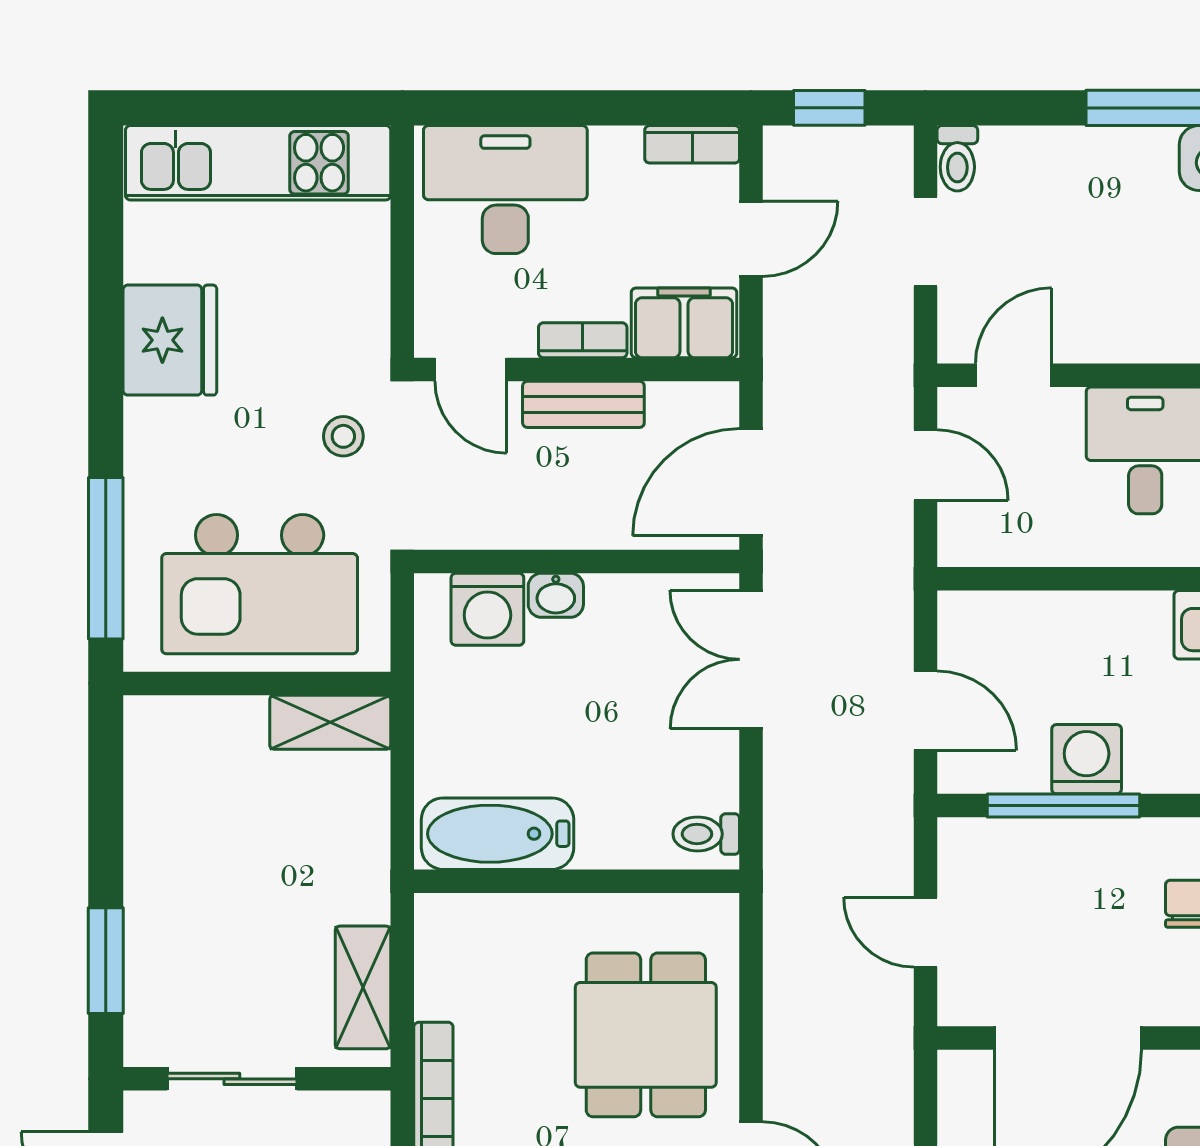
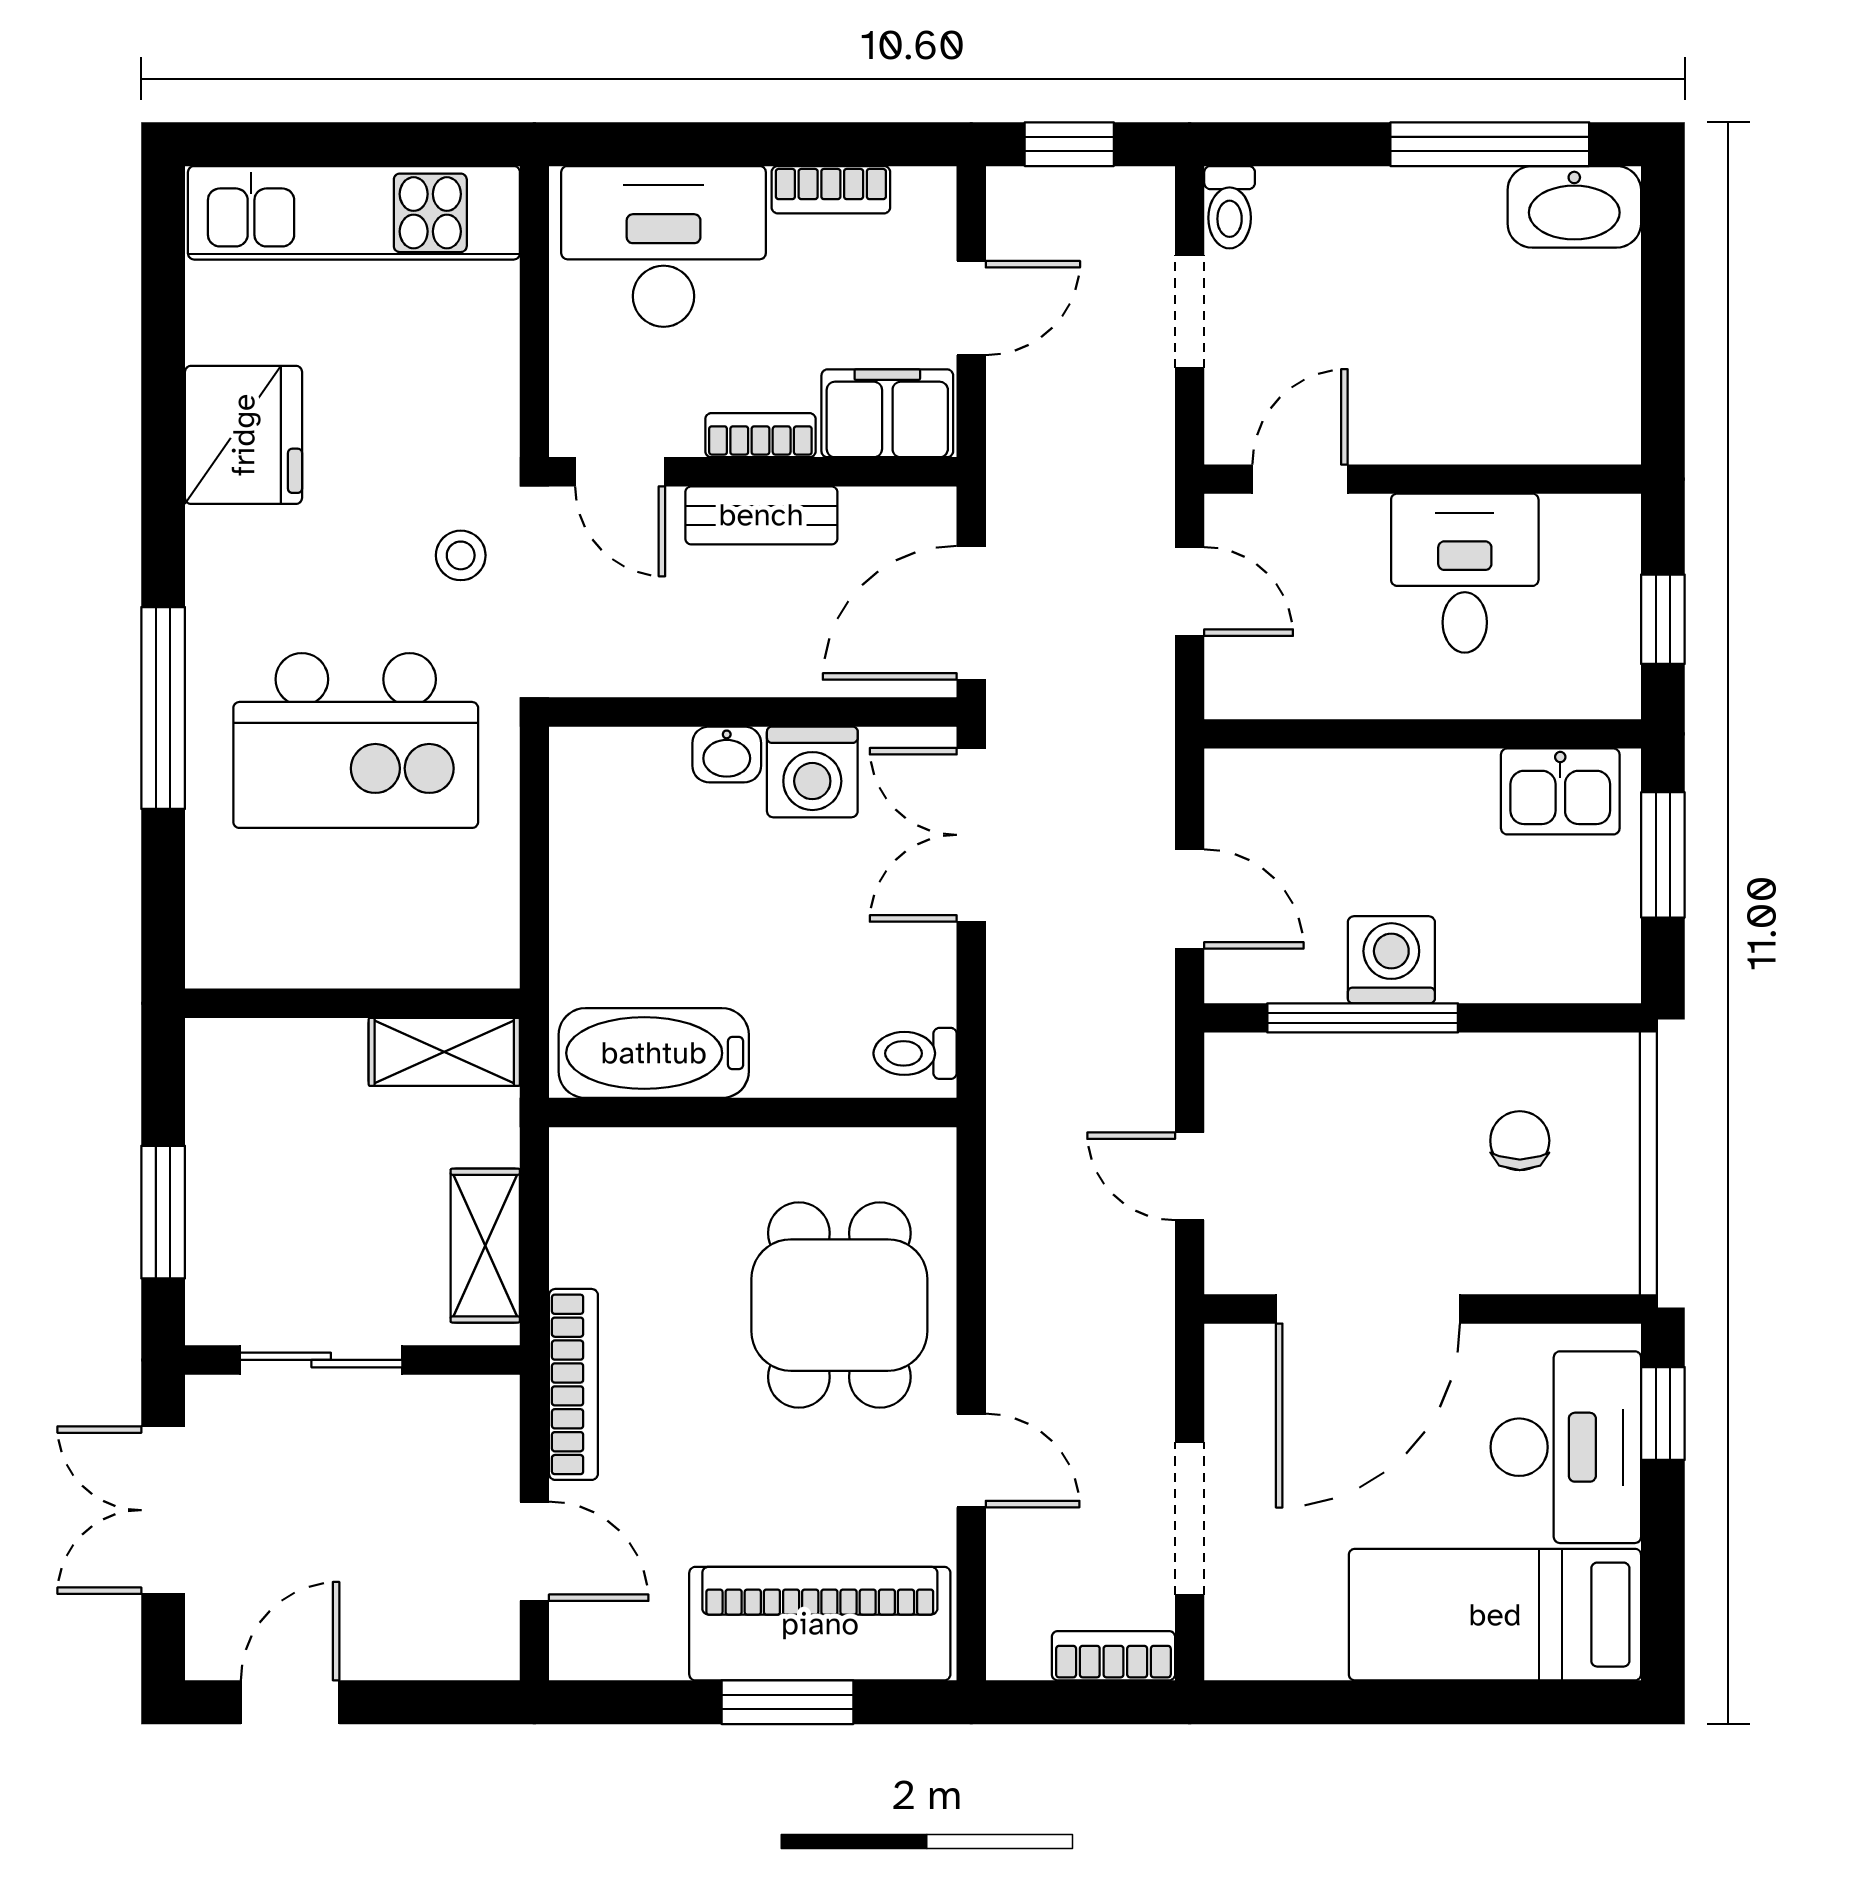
bookcase: (692, 144) -> (831, 190), moved
washing machine: (487, 609) -> (812, 772), moved
wall: (257, 683) -> (352, 1003), moved
shelving: (330, 722) -> (444, 1052), moved

